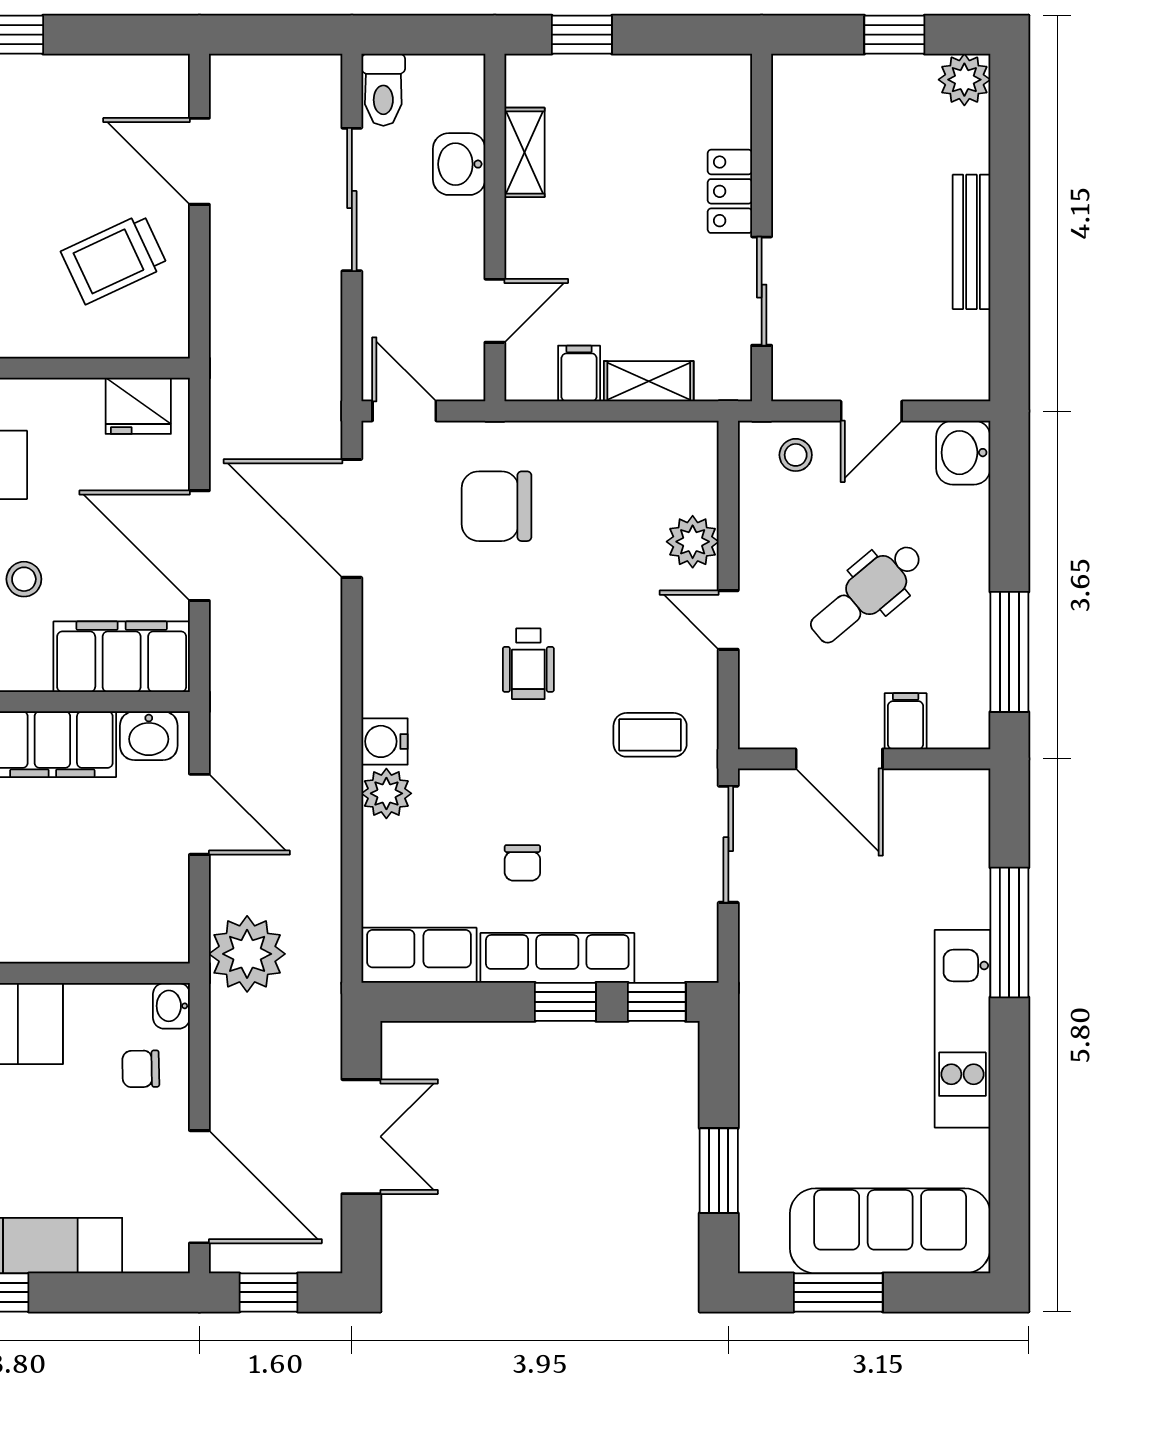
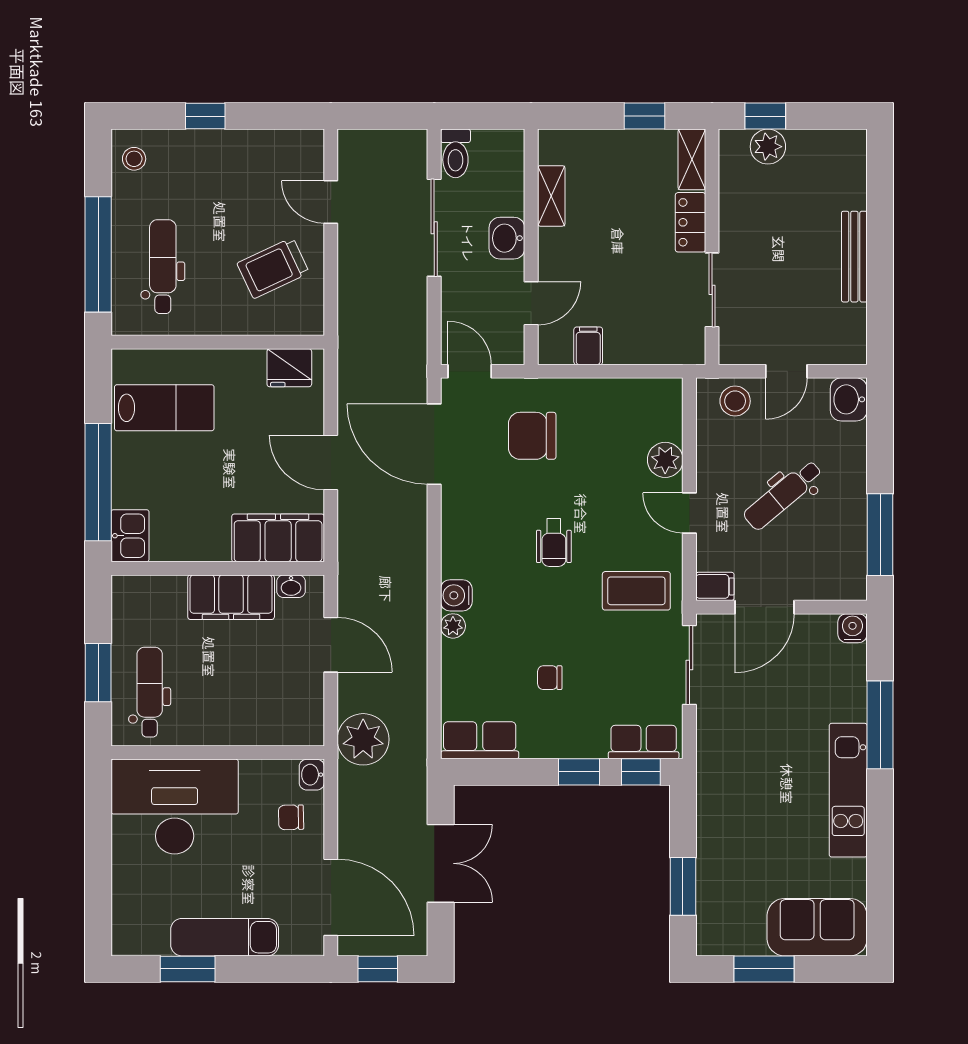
window: (582, 35) -> (645, 116), moved
window: (894, 35) -> (765, 116), moved
plant: (964, 80) -> (768, 147), moved
door: (199, 161) -> (331, 202), width x0.73
washbasin: (459, 164) -> (507, 238), moved
shelving: (649, 381) -> (692, 159), moved, turned 90
stool: (796, 455) -> (735, 401), width x1.37, depth x1.37
door: (199, 546) -> (331, 463), width x0.73
stool: (24, 579) -> (212, 485), removed
filing cabinet: (906, 721) -> (715, 586), moved, turned 90
coffee table: (650, 735) -> (636, 591), width x1.36, depth x1.30
washbasin: (149, 736) -> (291, 586), width x0.72, depth x0.69
door: (839, 759) -> (765, 607), hinge flipped
water cooler: (969, 790) -> (853, 628), added
plant: (386, 793) -> (453, 626), width x0.73, depth x0.73
chair: (522, 863) -> (550, 678), turned 90
row of seats: (557, 958) -> (644, 742), moved, width x0.68
sofa: (890, 1231) -> (817, 927), width x0.73

